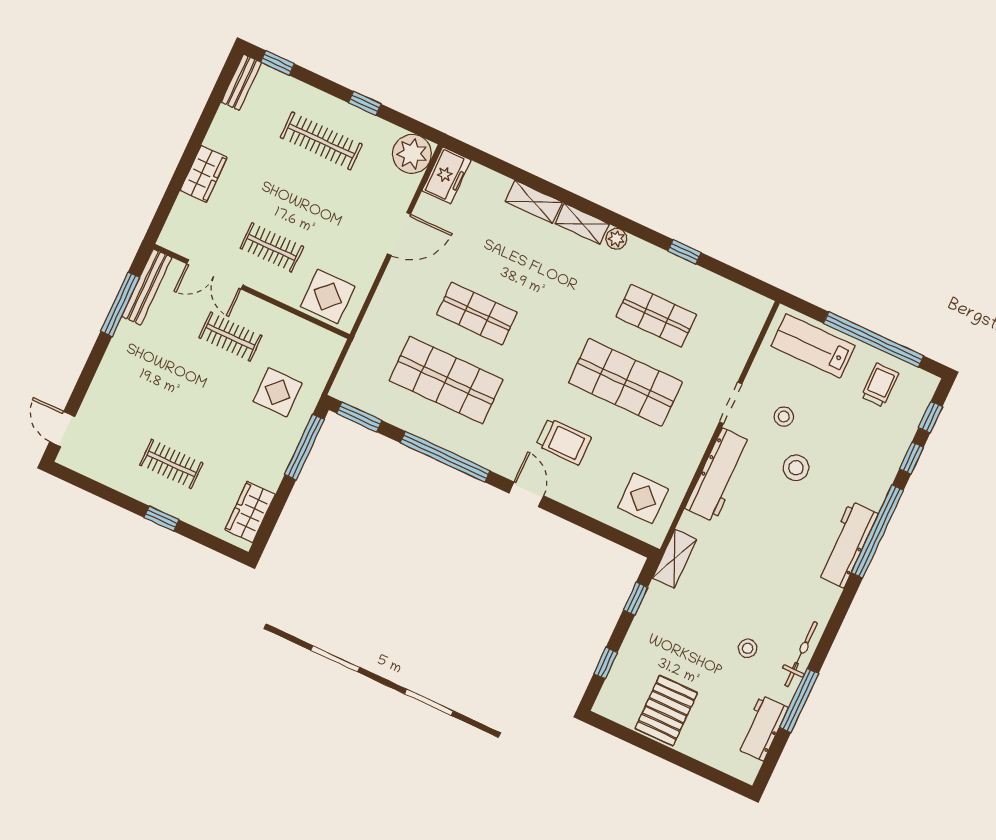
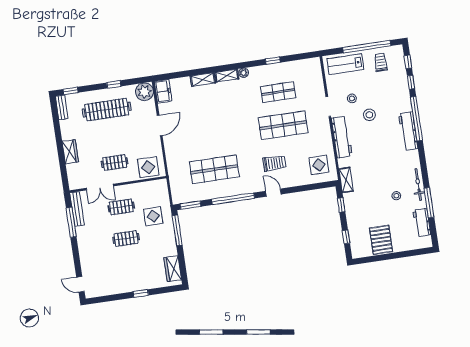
clothes rail: (321, 141) -> (107, 110), width x1.37, depth x1.31
shop shelf: (477, 313) -> (209, 136), removed
clothes rail: (171, 464) -> (126, 239), moved

